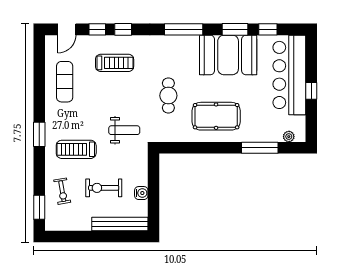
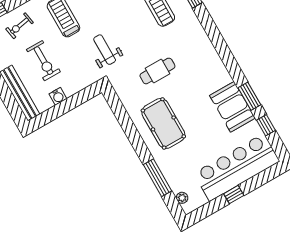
window: (184, 29) -> (223, 51), removed
booth: (228, 55) -> (232, 107), width x0.73, depth x0.70
weight bench: (124, 130) -> (105, 50), turned 180
exercise bike: (104, 188) -> (43, 61), turned 180

